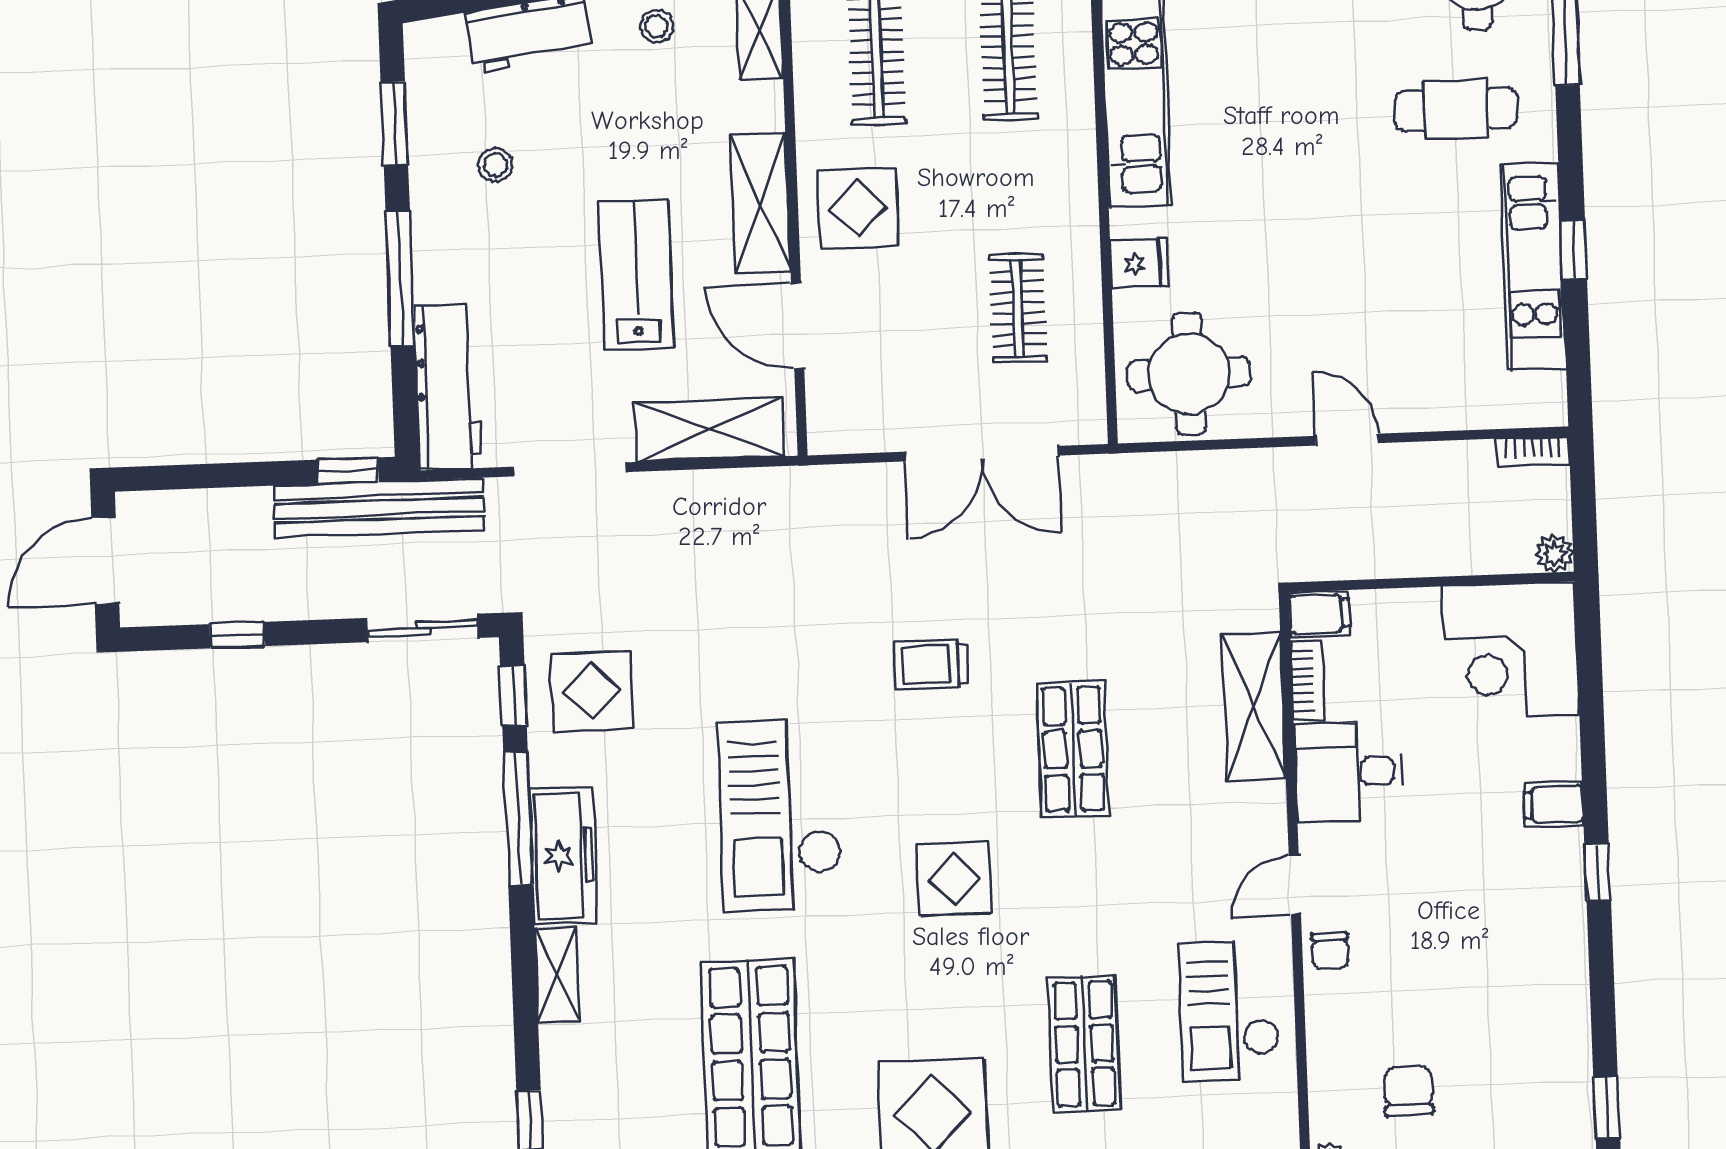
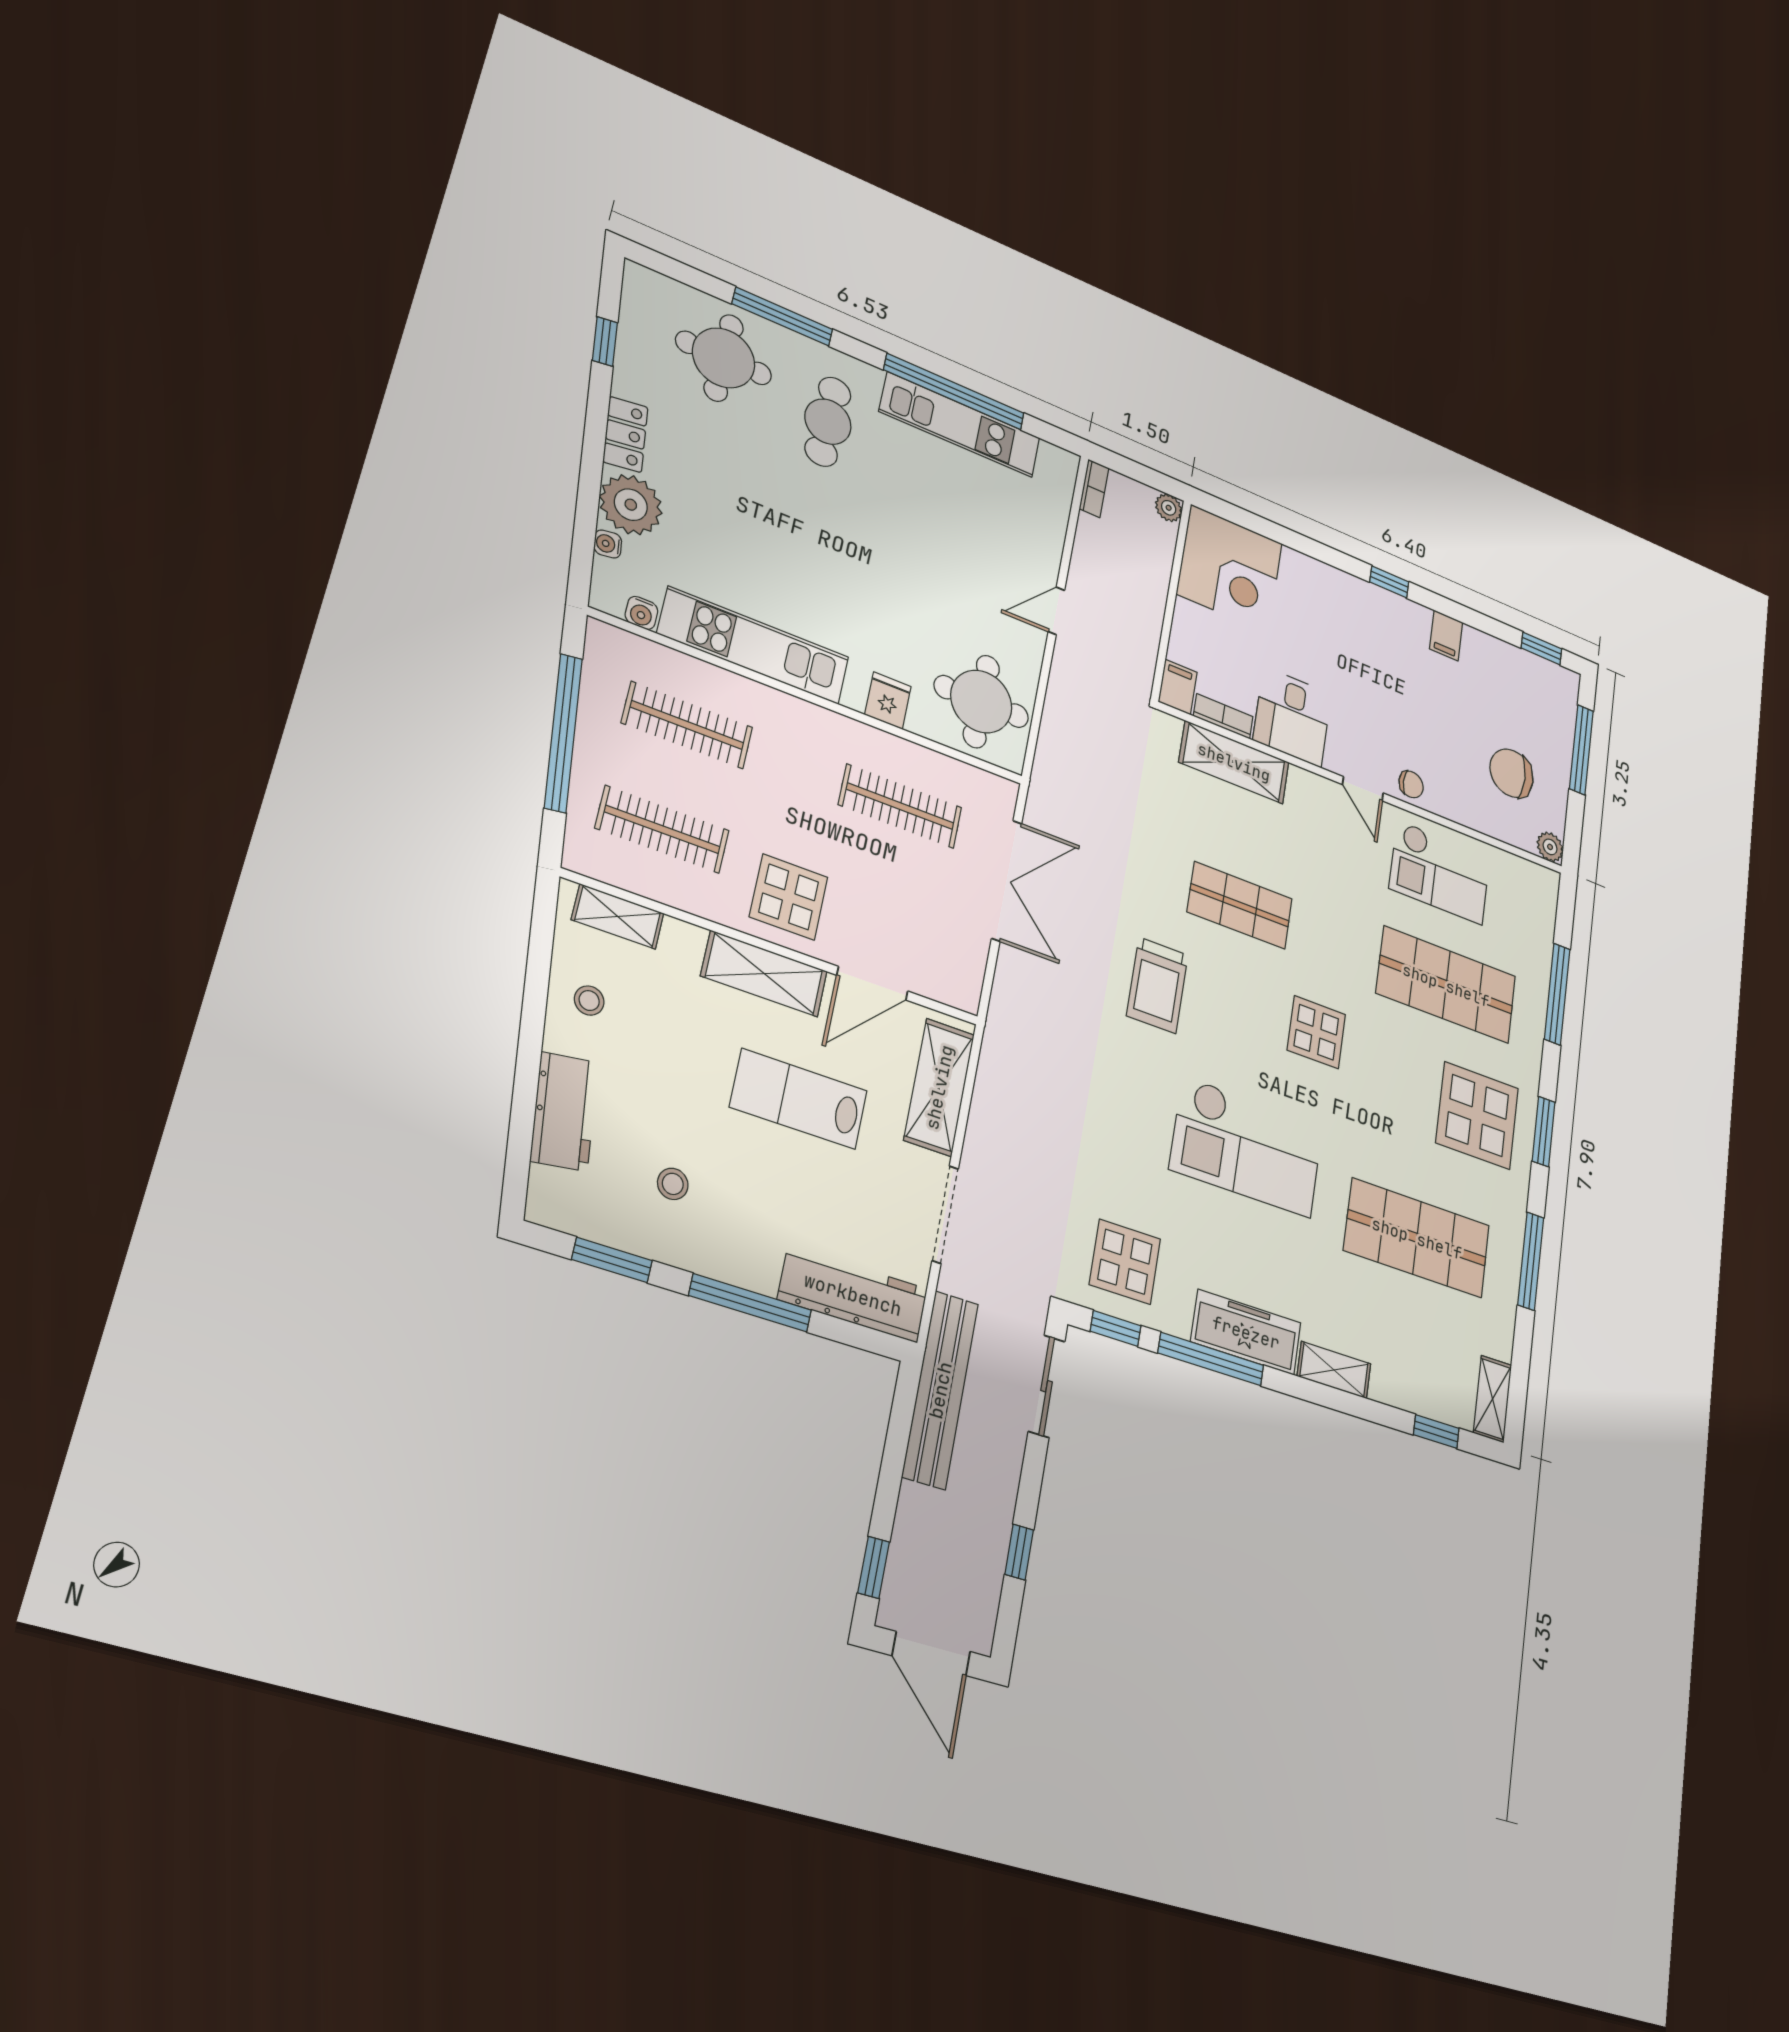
window: (1574, 250) -> (954, 392), width x3.17
clothes rail: (1018, 308) -> (900, 806), width x1.36
window: (348, 471) -> (874, 1567), moved
trolley: (931, 664) -> (1157, 985), width x1.36, depth x1.39
filing cabinet: (1554, 804) -> (1446, 636), moved
shop shelf: (1084, 1044) -> (1446, 985), width x1.43, depth x1.36
chair: (1409, 1091) -> (1511, 773), width x1.37, depth x1.37

